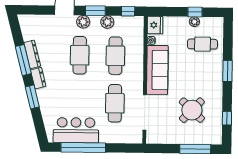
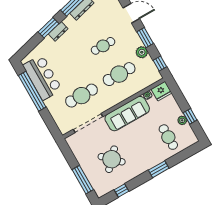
plant: (83, 22) -> (131, 33), removed
cafe table: (80, 55) -> (103, 46), width x0.73, depth x0.74
dresser: (38, 78) -> (58, 31), moved

